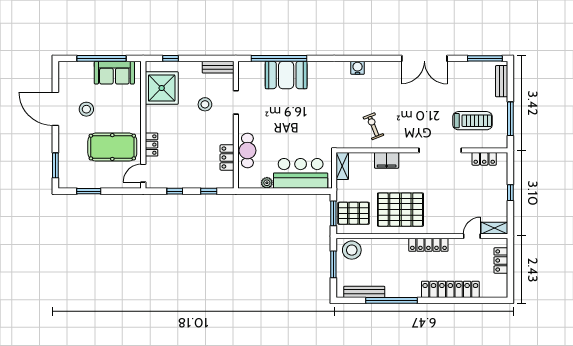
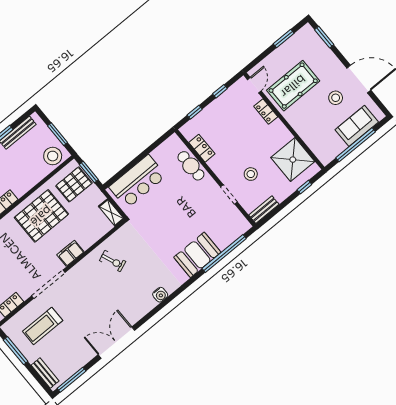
sofa: (114, 73) -> (357, 126), moved
booth: (286, 75) -> (197, 255), moved
filing cabinet: (387, 160) -> (70, 253), moved
plant: (267, 183) -> (157, 154), removed

